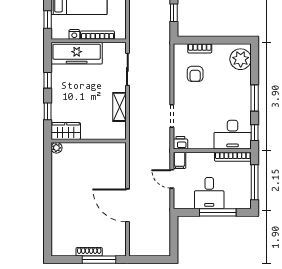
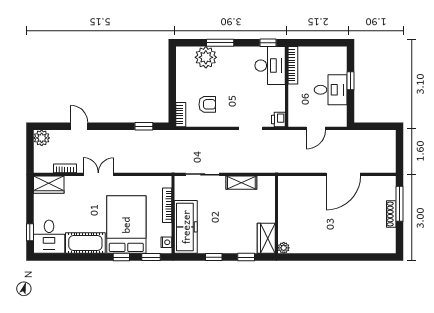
nightstand: (74, 34) -> (166, 242), moved
bookcase: (200, 48) -> (181, 115), moved
plant: (241, 59) -> (206, 57), moved
window: (255, 98) -> (220, 43), moved
filing cabinet: (180, 160) -> (297, 120), removed
window: (255, 182) -> (319, 43), removed
window: (218, 212) -> (351, 81), width x0.46

